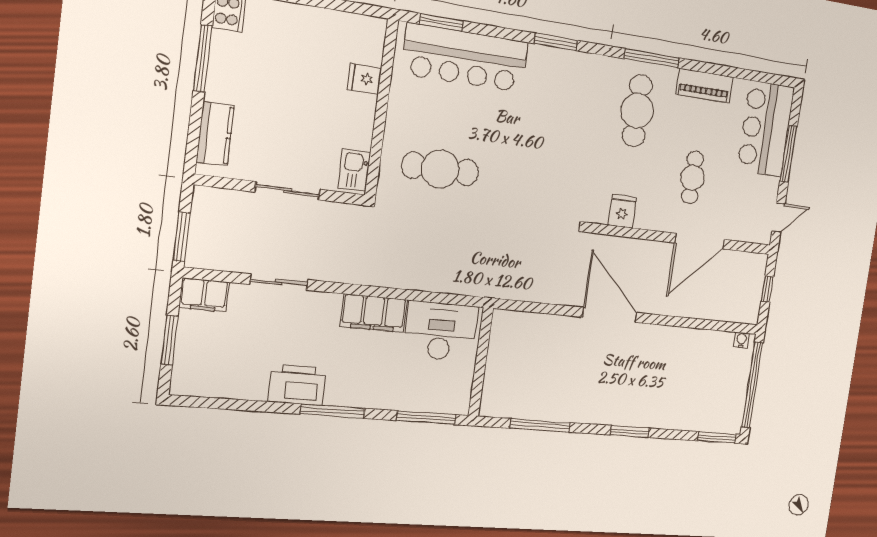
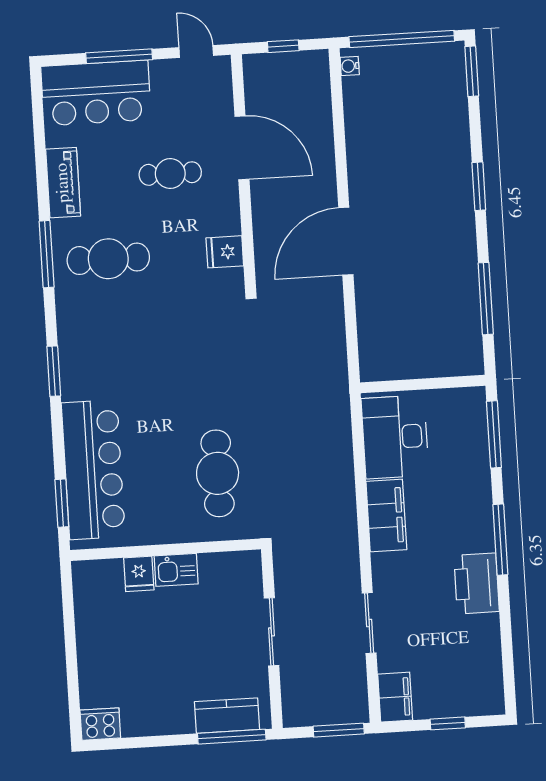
window: (203, 58) -> (232, 737), moved
kitchen sink: (354, 170) -> (176, 570), moved
window: (169, 340) -> (448, 723), width x0.67

